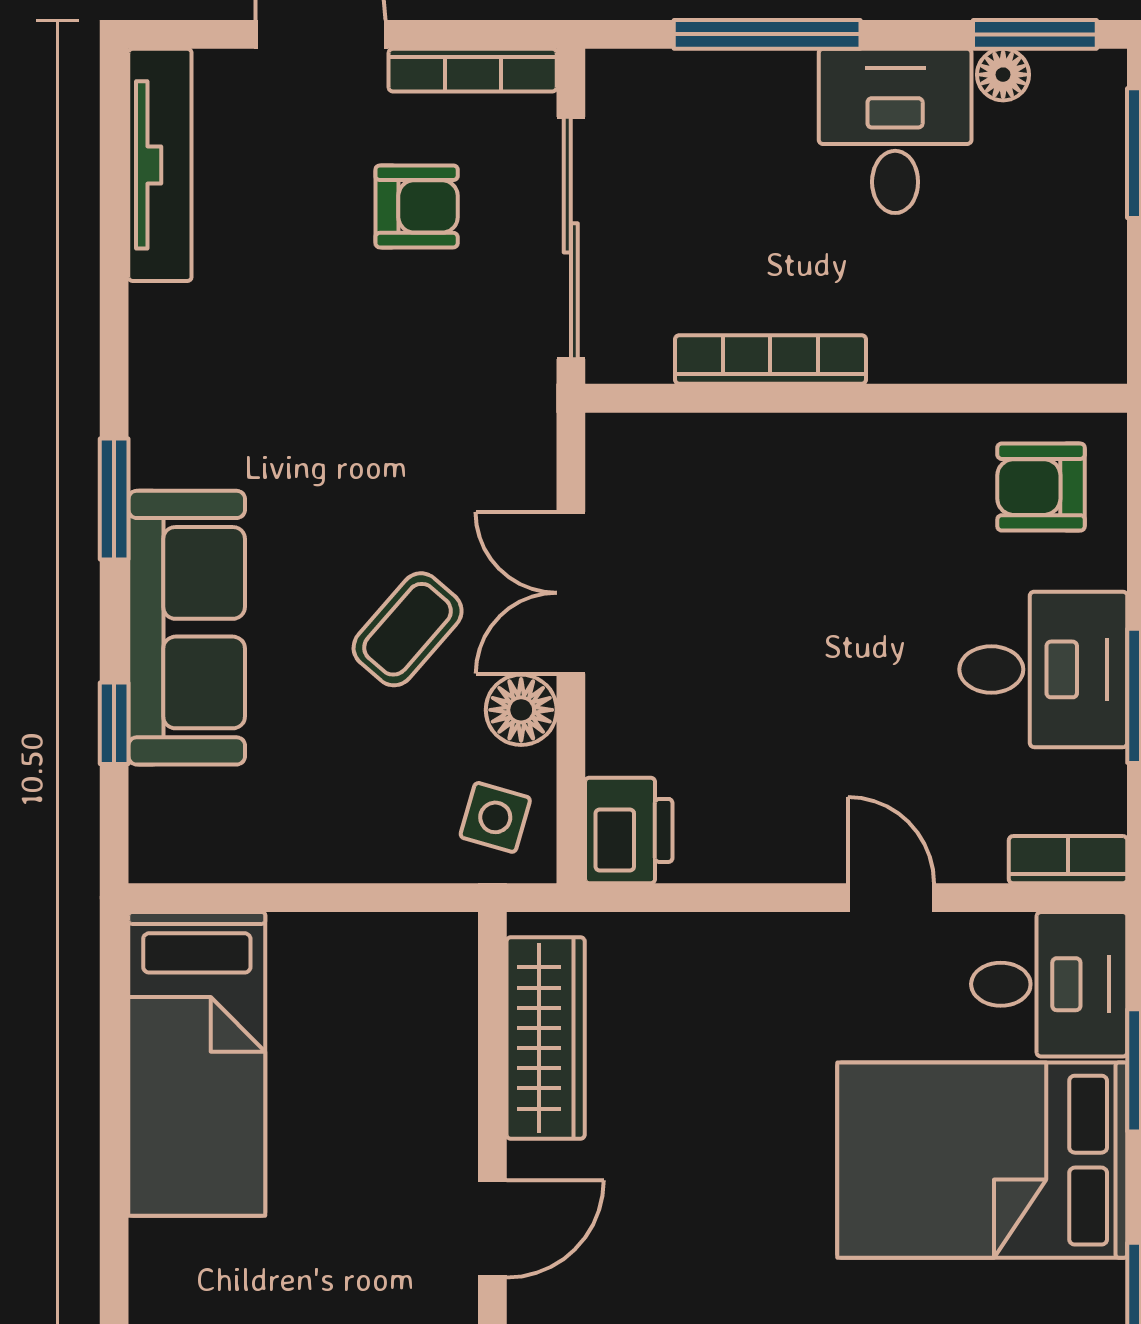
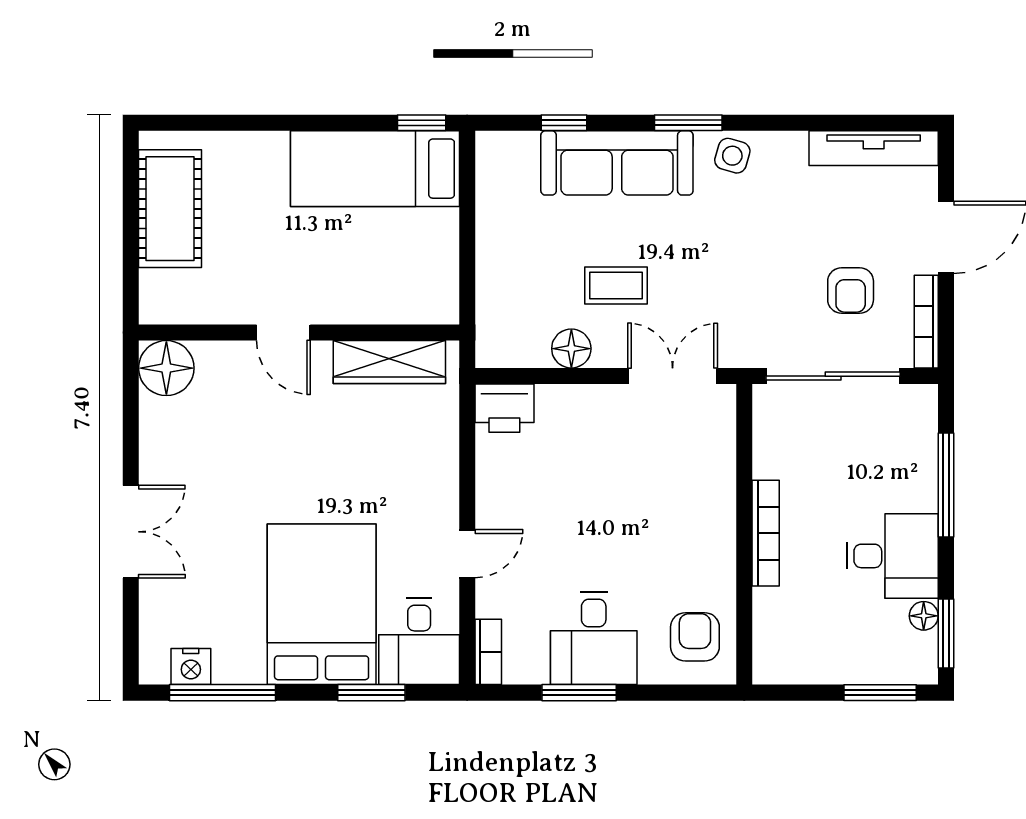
bookcase: (770, 360) -> (766, 533), moved
double door: (571, 593) -> (673, 376), moved
coffee table: (408, 629) -> (616, 285), turned -41
side table: (495, 817) -> (732, 156), moved
window: (114, 980) -> (422, 123), added

